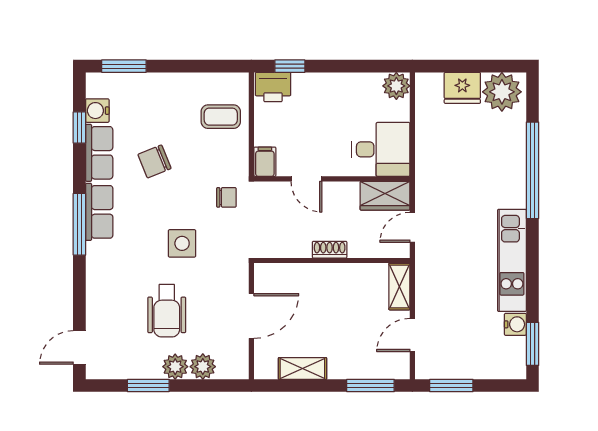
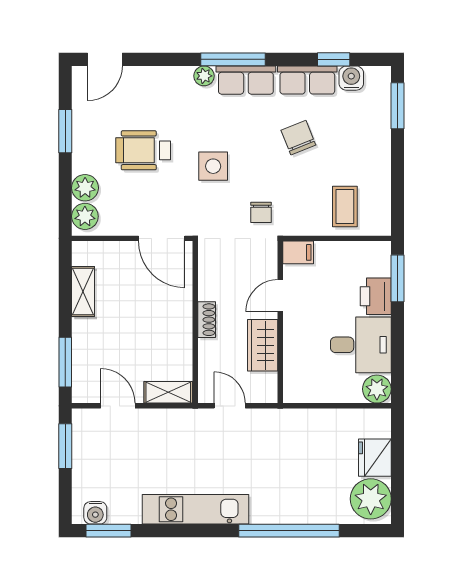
window: (290, 66) -> (397, 278), width x1.50
printer: (273, 87) -> (376, 296), moved
desk: (381, 149) -> (361, 345), moved, turned -90
wardrobe: (385, 196) -> (263, 345), moved
plant: (95, 252) -> (204, 76), added
door: (251, 316) -> (162, 238), moved
water cooler: (515, 324) -> (95, 513), moved
door: (79, 347) -> (105, 59), swing flipped
plant: (175, 367) -> (85, 216), moved

